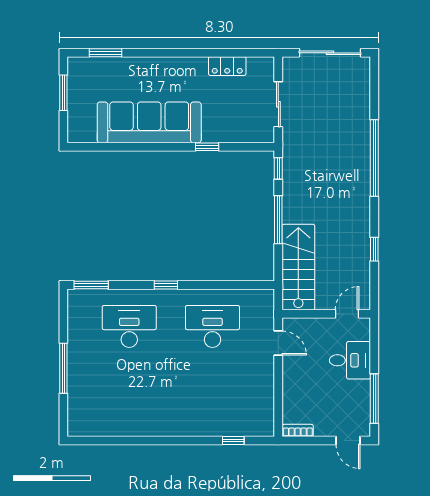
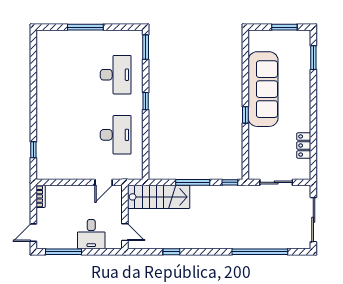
window: (207, 147) -> (245, 115), moved
window: (374, 158) -> (260, 252), moved

